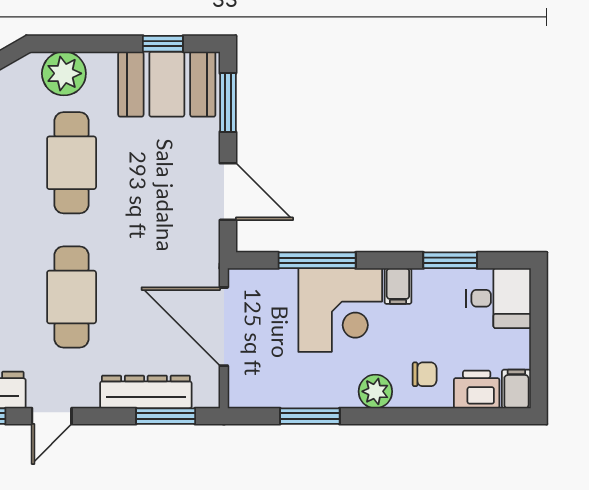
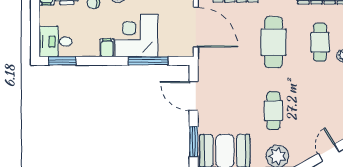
cafe table: (72, 163) -> (273, 111), width x0.73, depth x0.74
window: (450, 260) -> (62, 61), moved

